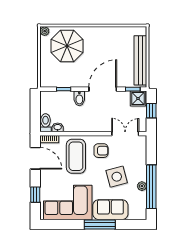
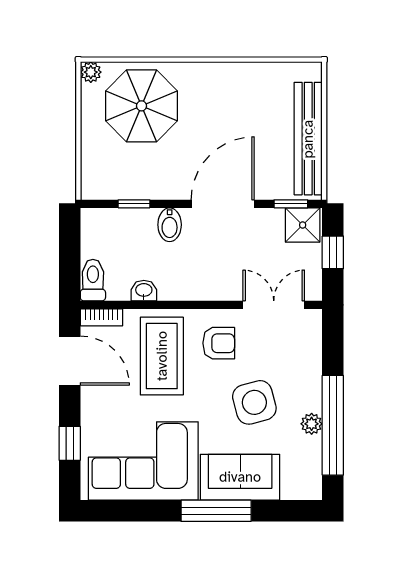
washbasin: (58, 127) -> (144, 291), moved

